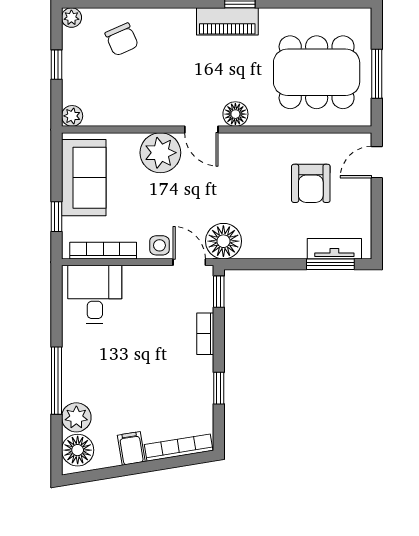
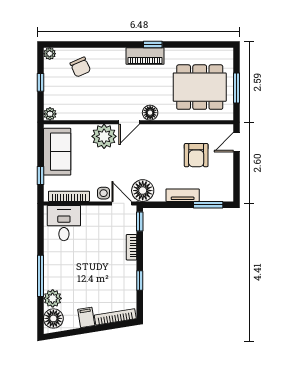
door: (201, 130) -> (129, 122), hinge flipped
tv unit: (334, 249) -> (183, 195), moved

